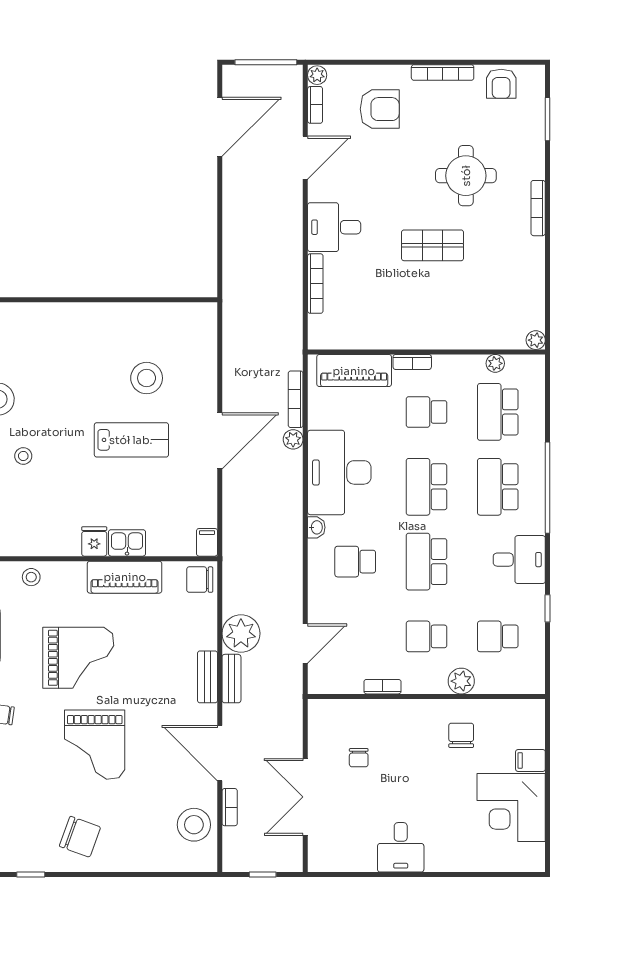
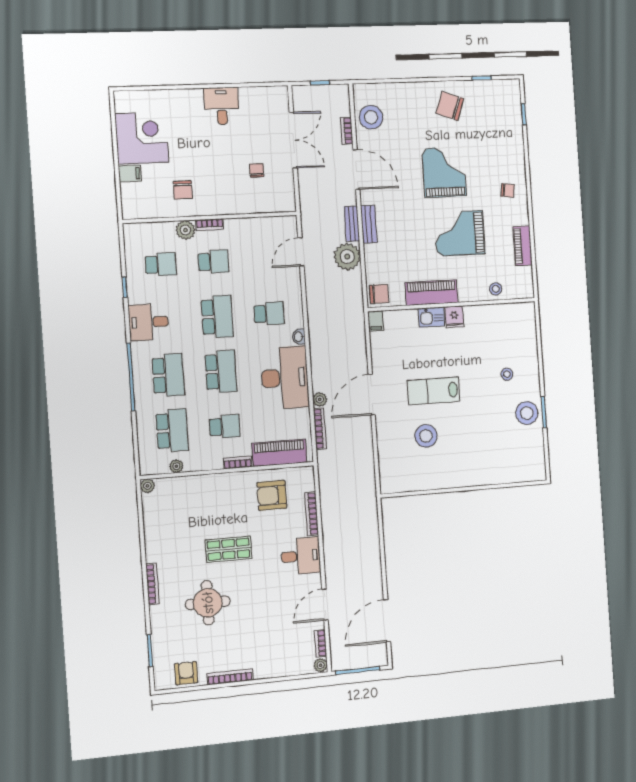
armchair: (380, 109) -> (272, 495), moved
bookcase: (382, 687) -> (210, 225), moved

